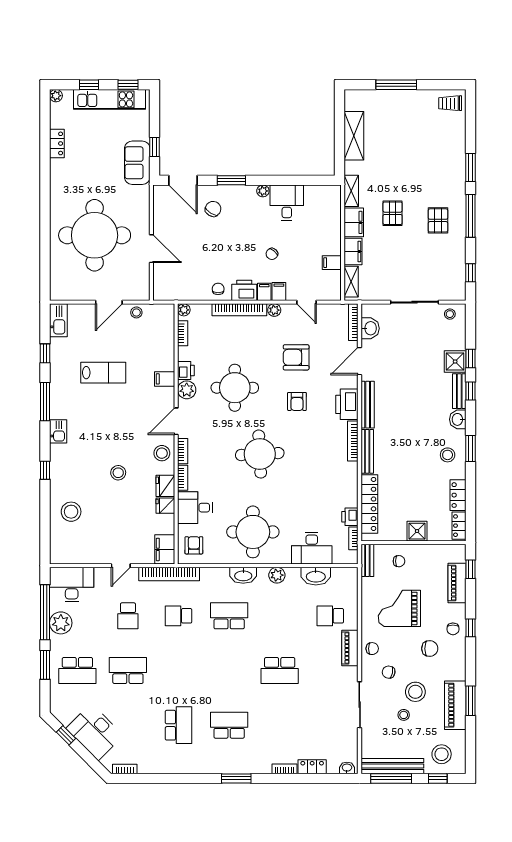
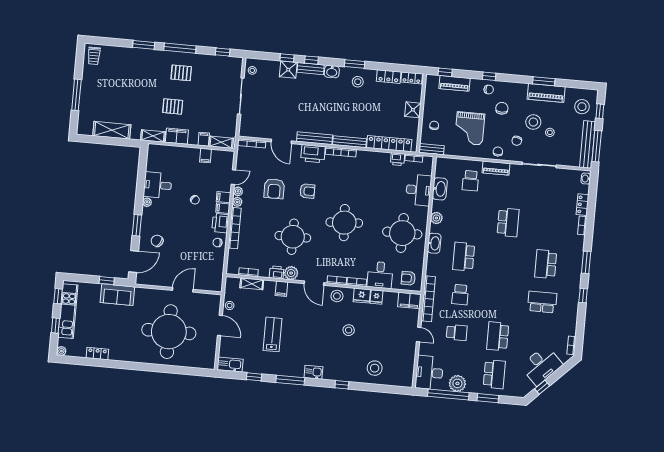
filing cabinet: (353, 251) -> (204, 139), width x0.50
plant: (184, 310) -> (238, 191), moved
washbasin: (370, 328) -> (257, 131), removed
shelving: (168, 339) -> (252, 284), added
window: (192, 778) -> (583, 296), added

